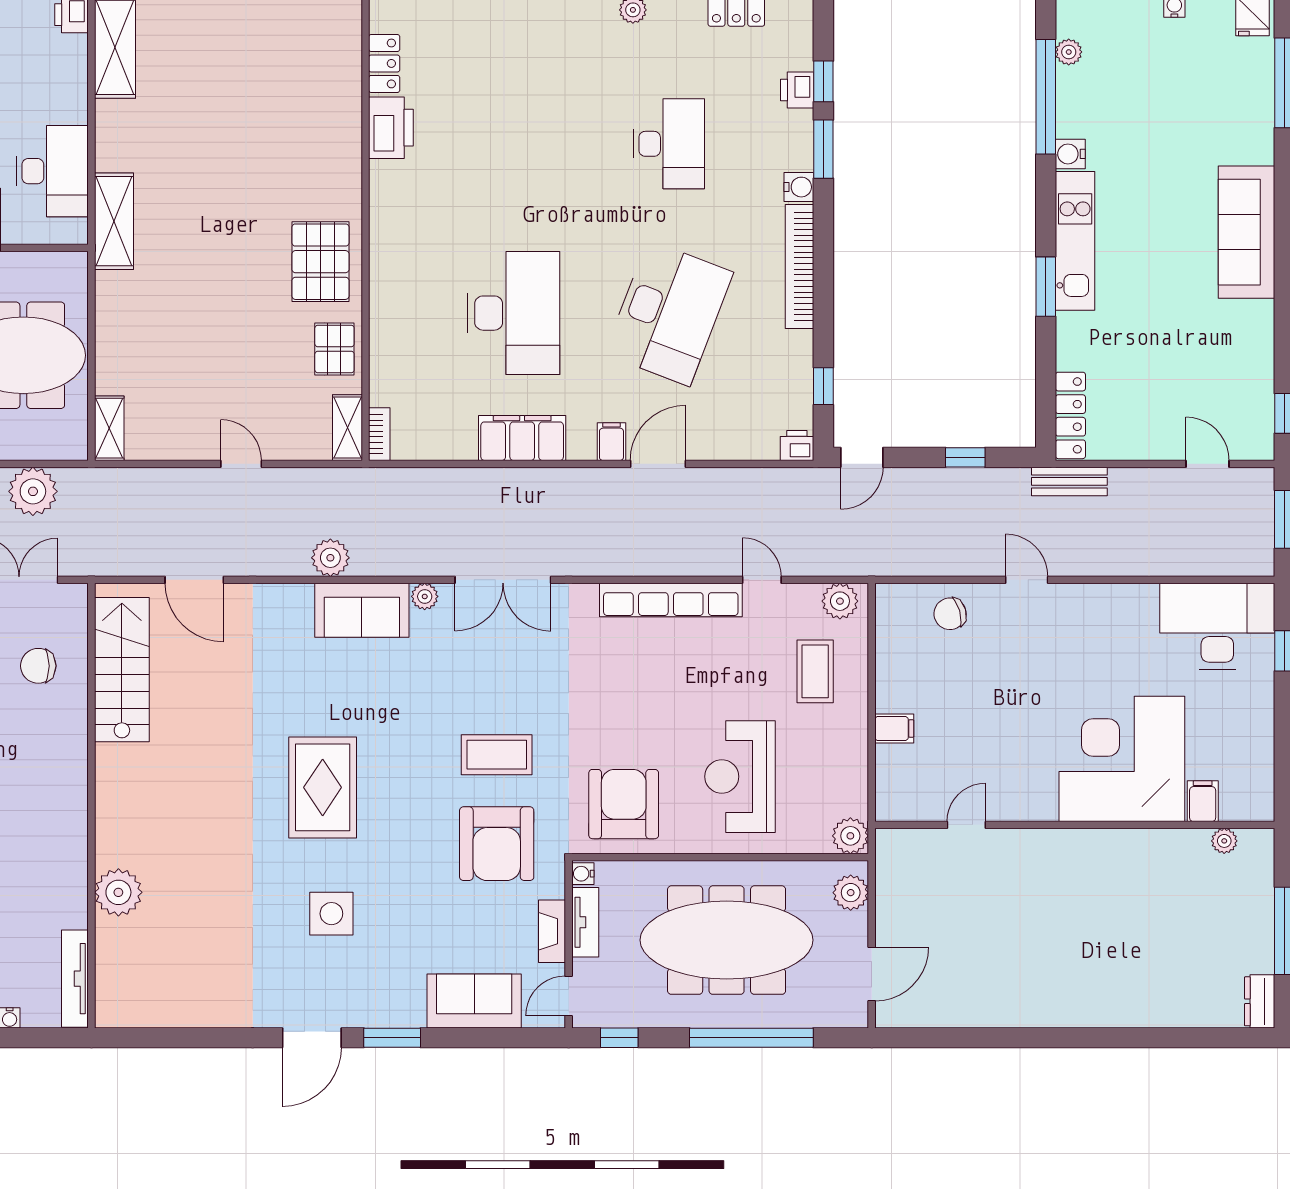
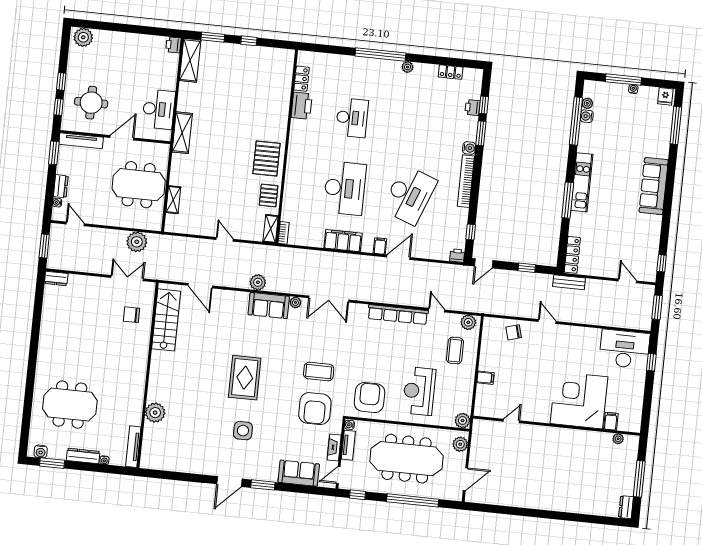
desk: (669, 144) -> (352, 118), moved
water cooler: (1070, 154) -> (587, 116), moved
window: (1046, 287) -> (568, 200), width x1.44
shelving: (109, 428) -> (173, 200), moved

